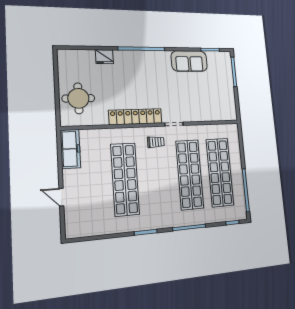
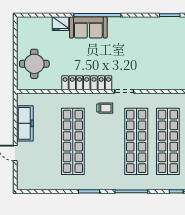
sofa: (189, 61) -> (88, 27), moved
freezer: (70, 149) -> (25, 123), moved

